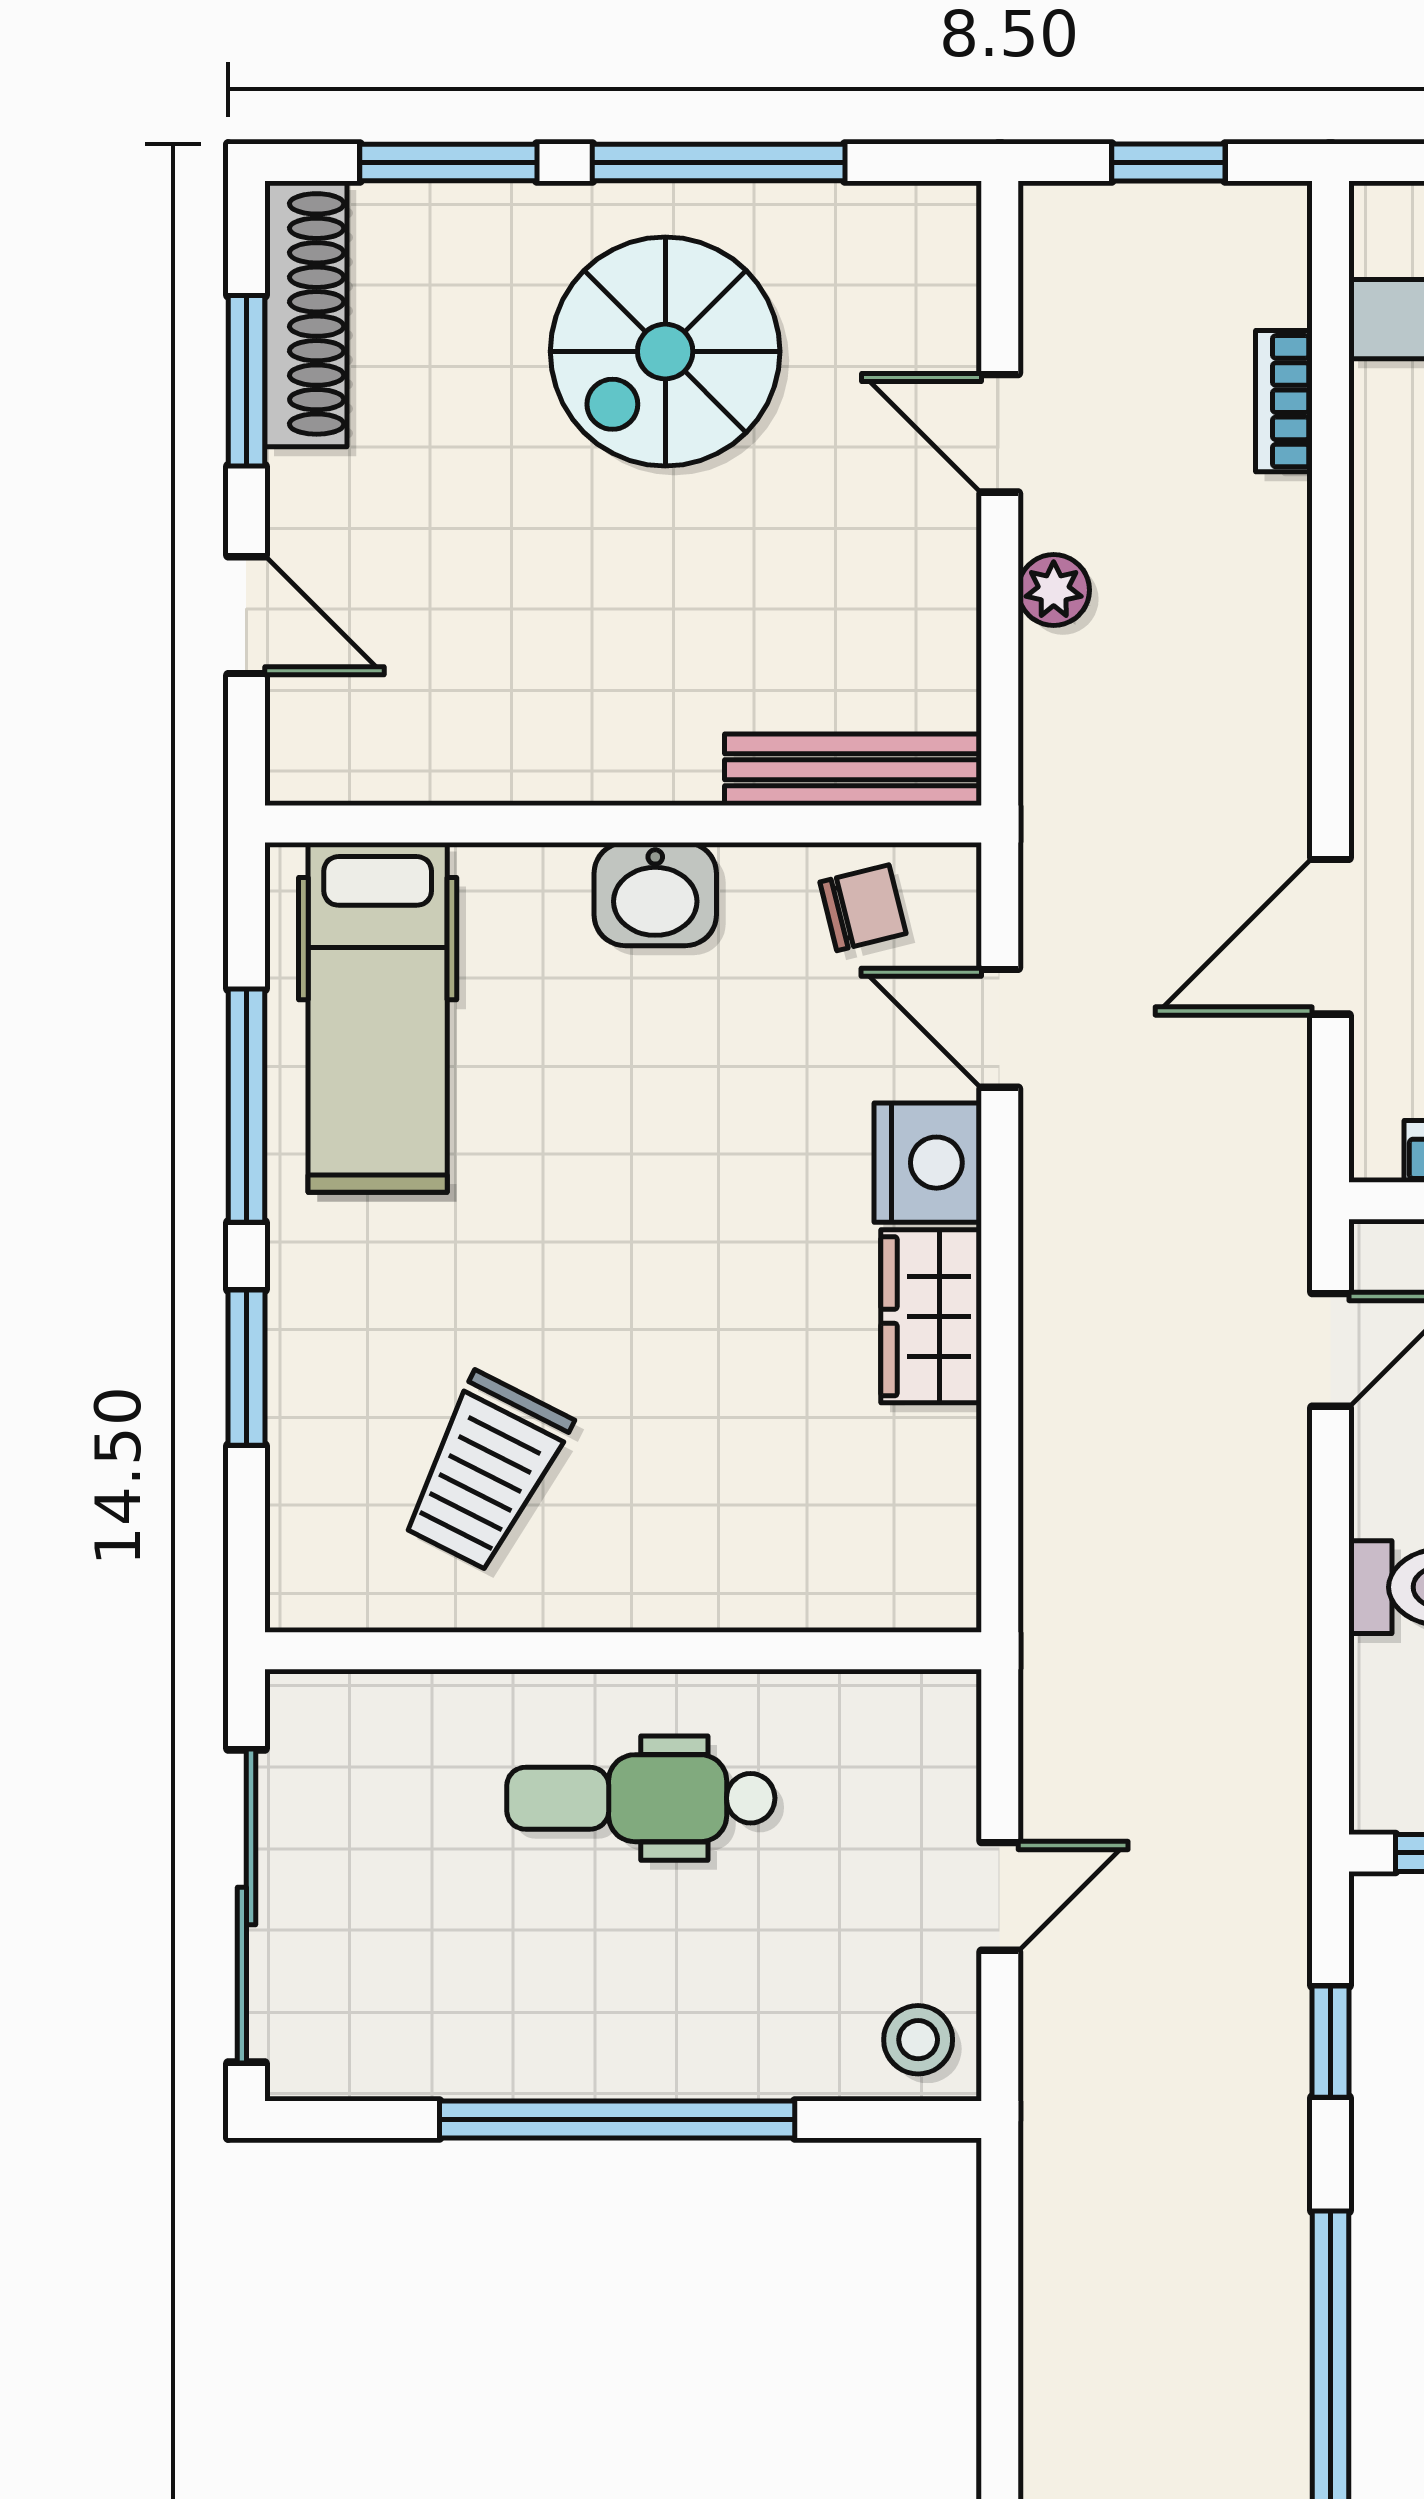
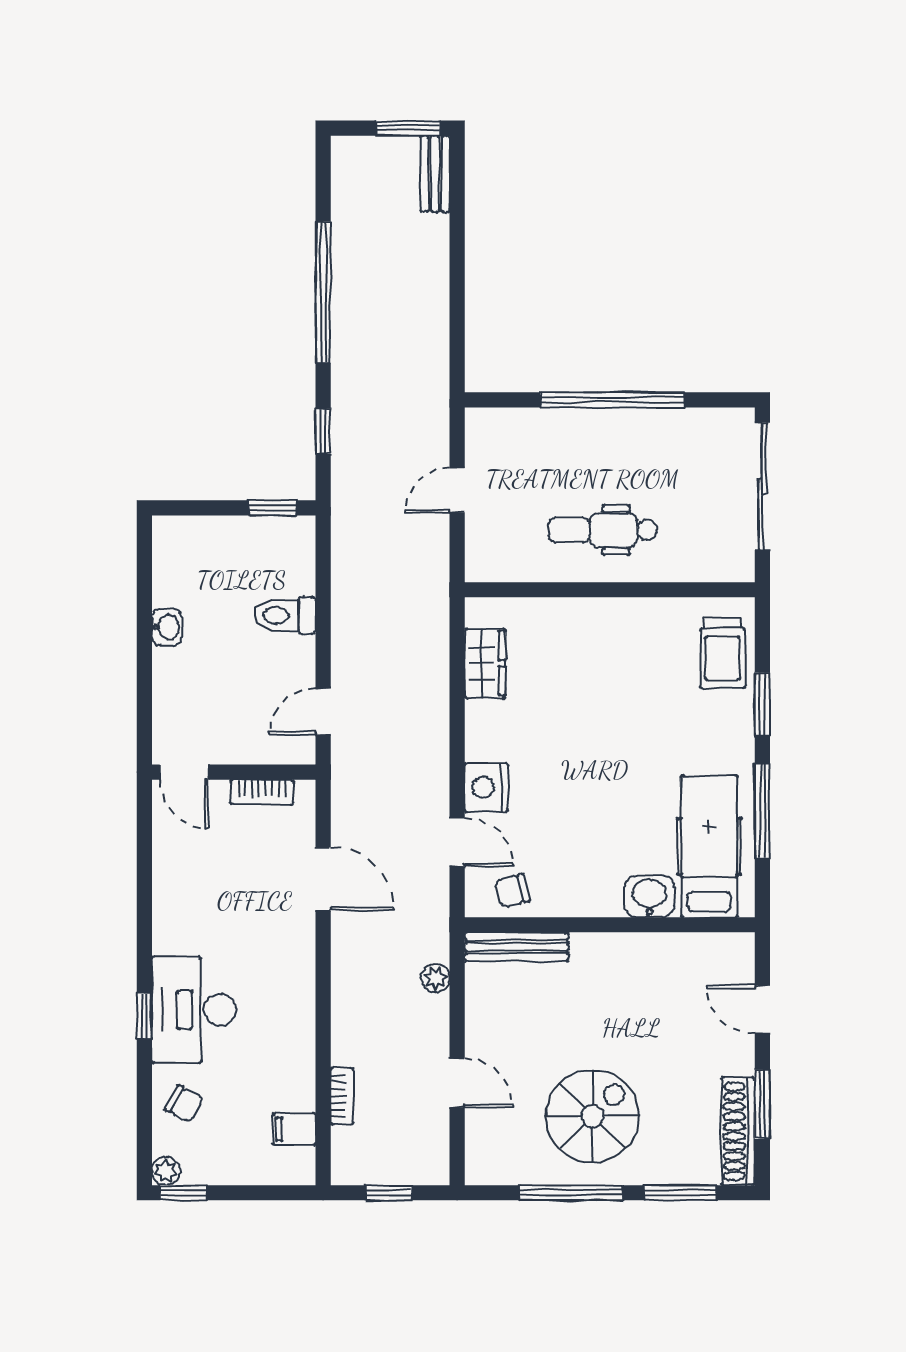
plant: (1054, 590) -> (435, 978), moved
washbasin: (655, 894) -> (649, 896), moved
door: (1331, 937) -> (323, 879), hinge flipped
wardrobe: (931, 1316) -> (485, 663), moved
trolley: (486, 1472) -> (722, 653), moved, turned 153
dental chair: (641, 1798) -> (603, 530), turned 180
stool: (918, 2040) -> (490, 432), removed

